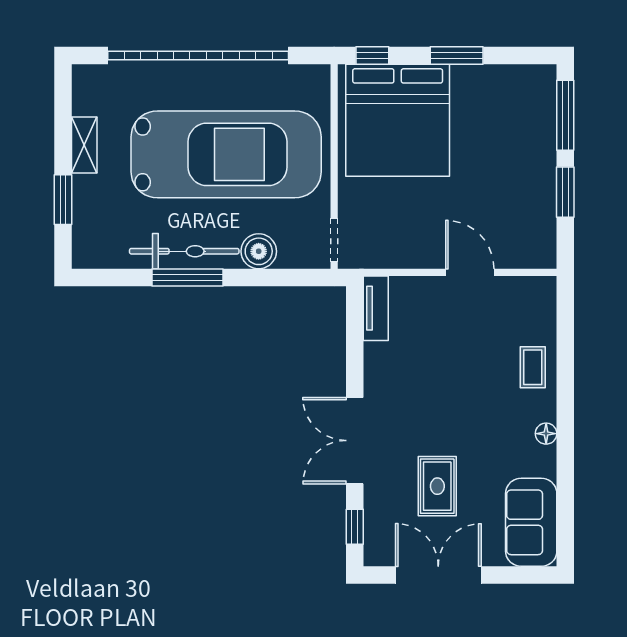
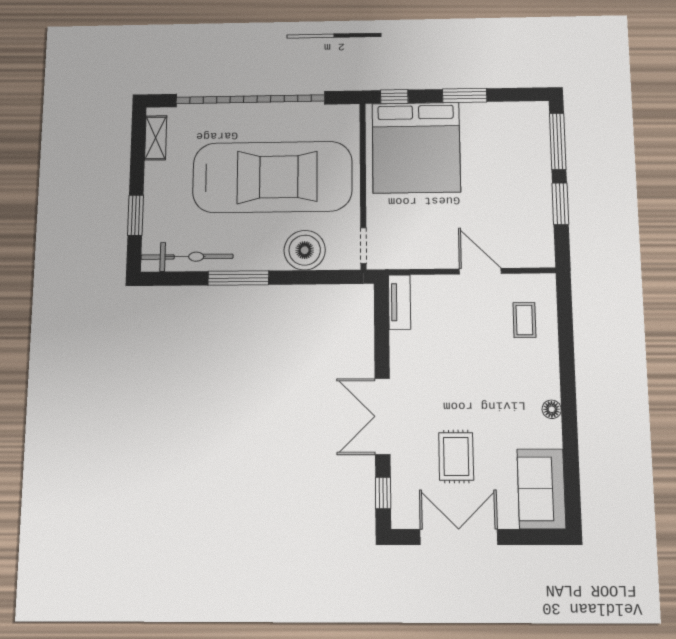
shelving: (84, 145) -> (156, 138), moved
bicycle: (184, 251) -> (187, 257), moved
boiler: (259, 251) -> (305, 250), width x1.37, depth x1.37
coffee table: (533, 367) -> (524, 320), moved

